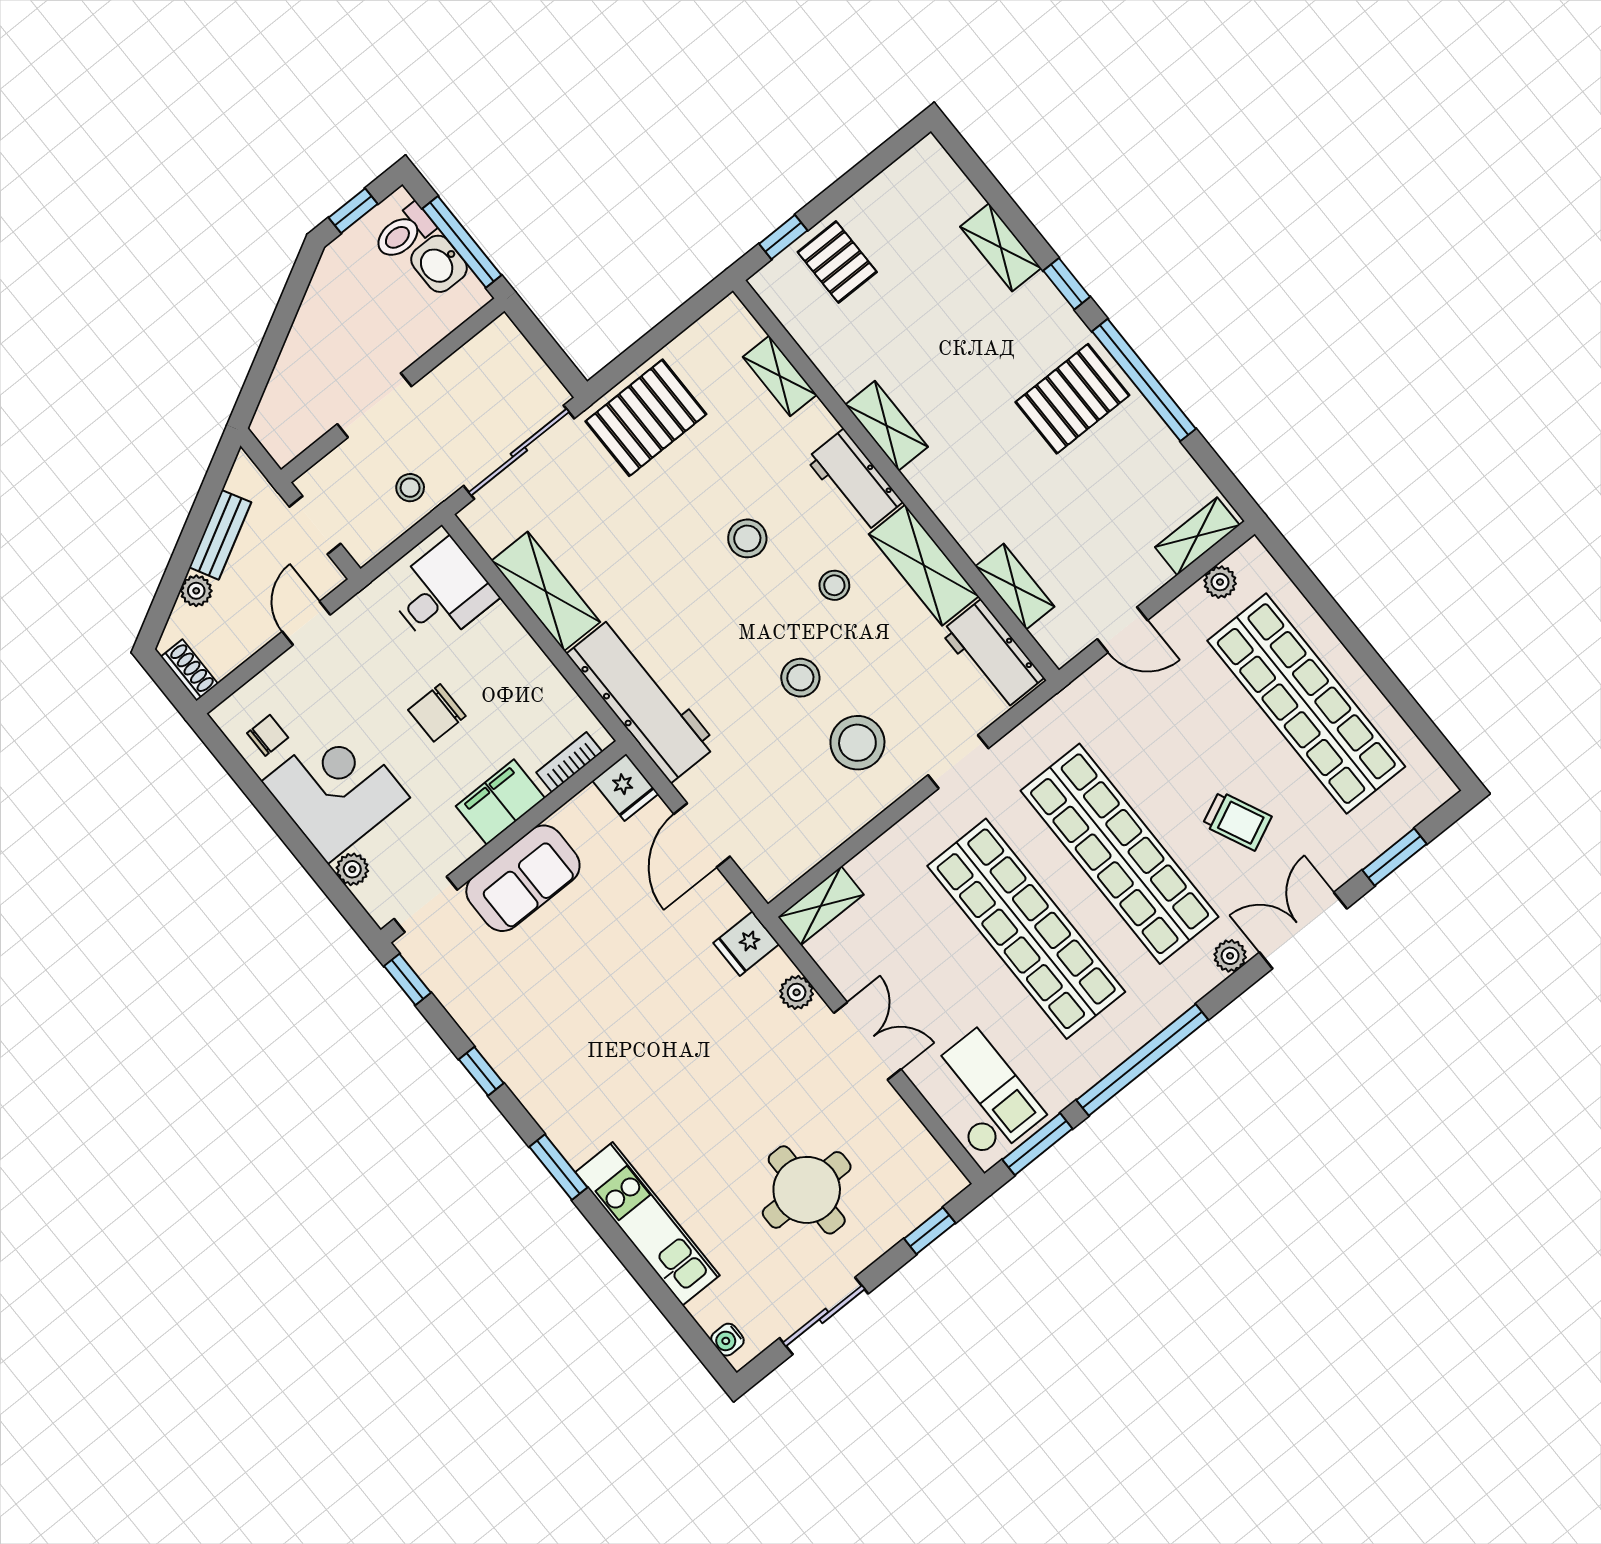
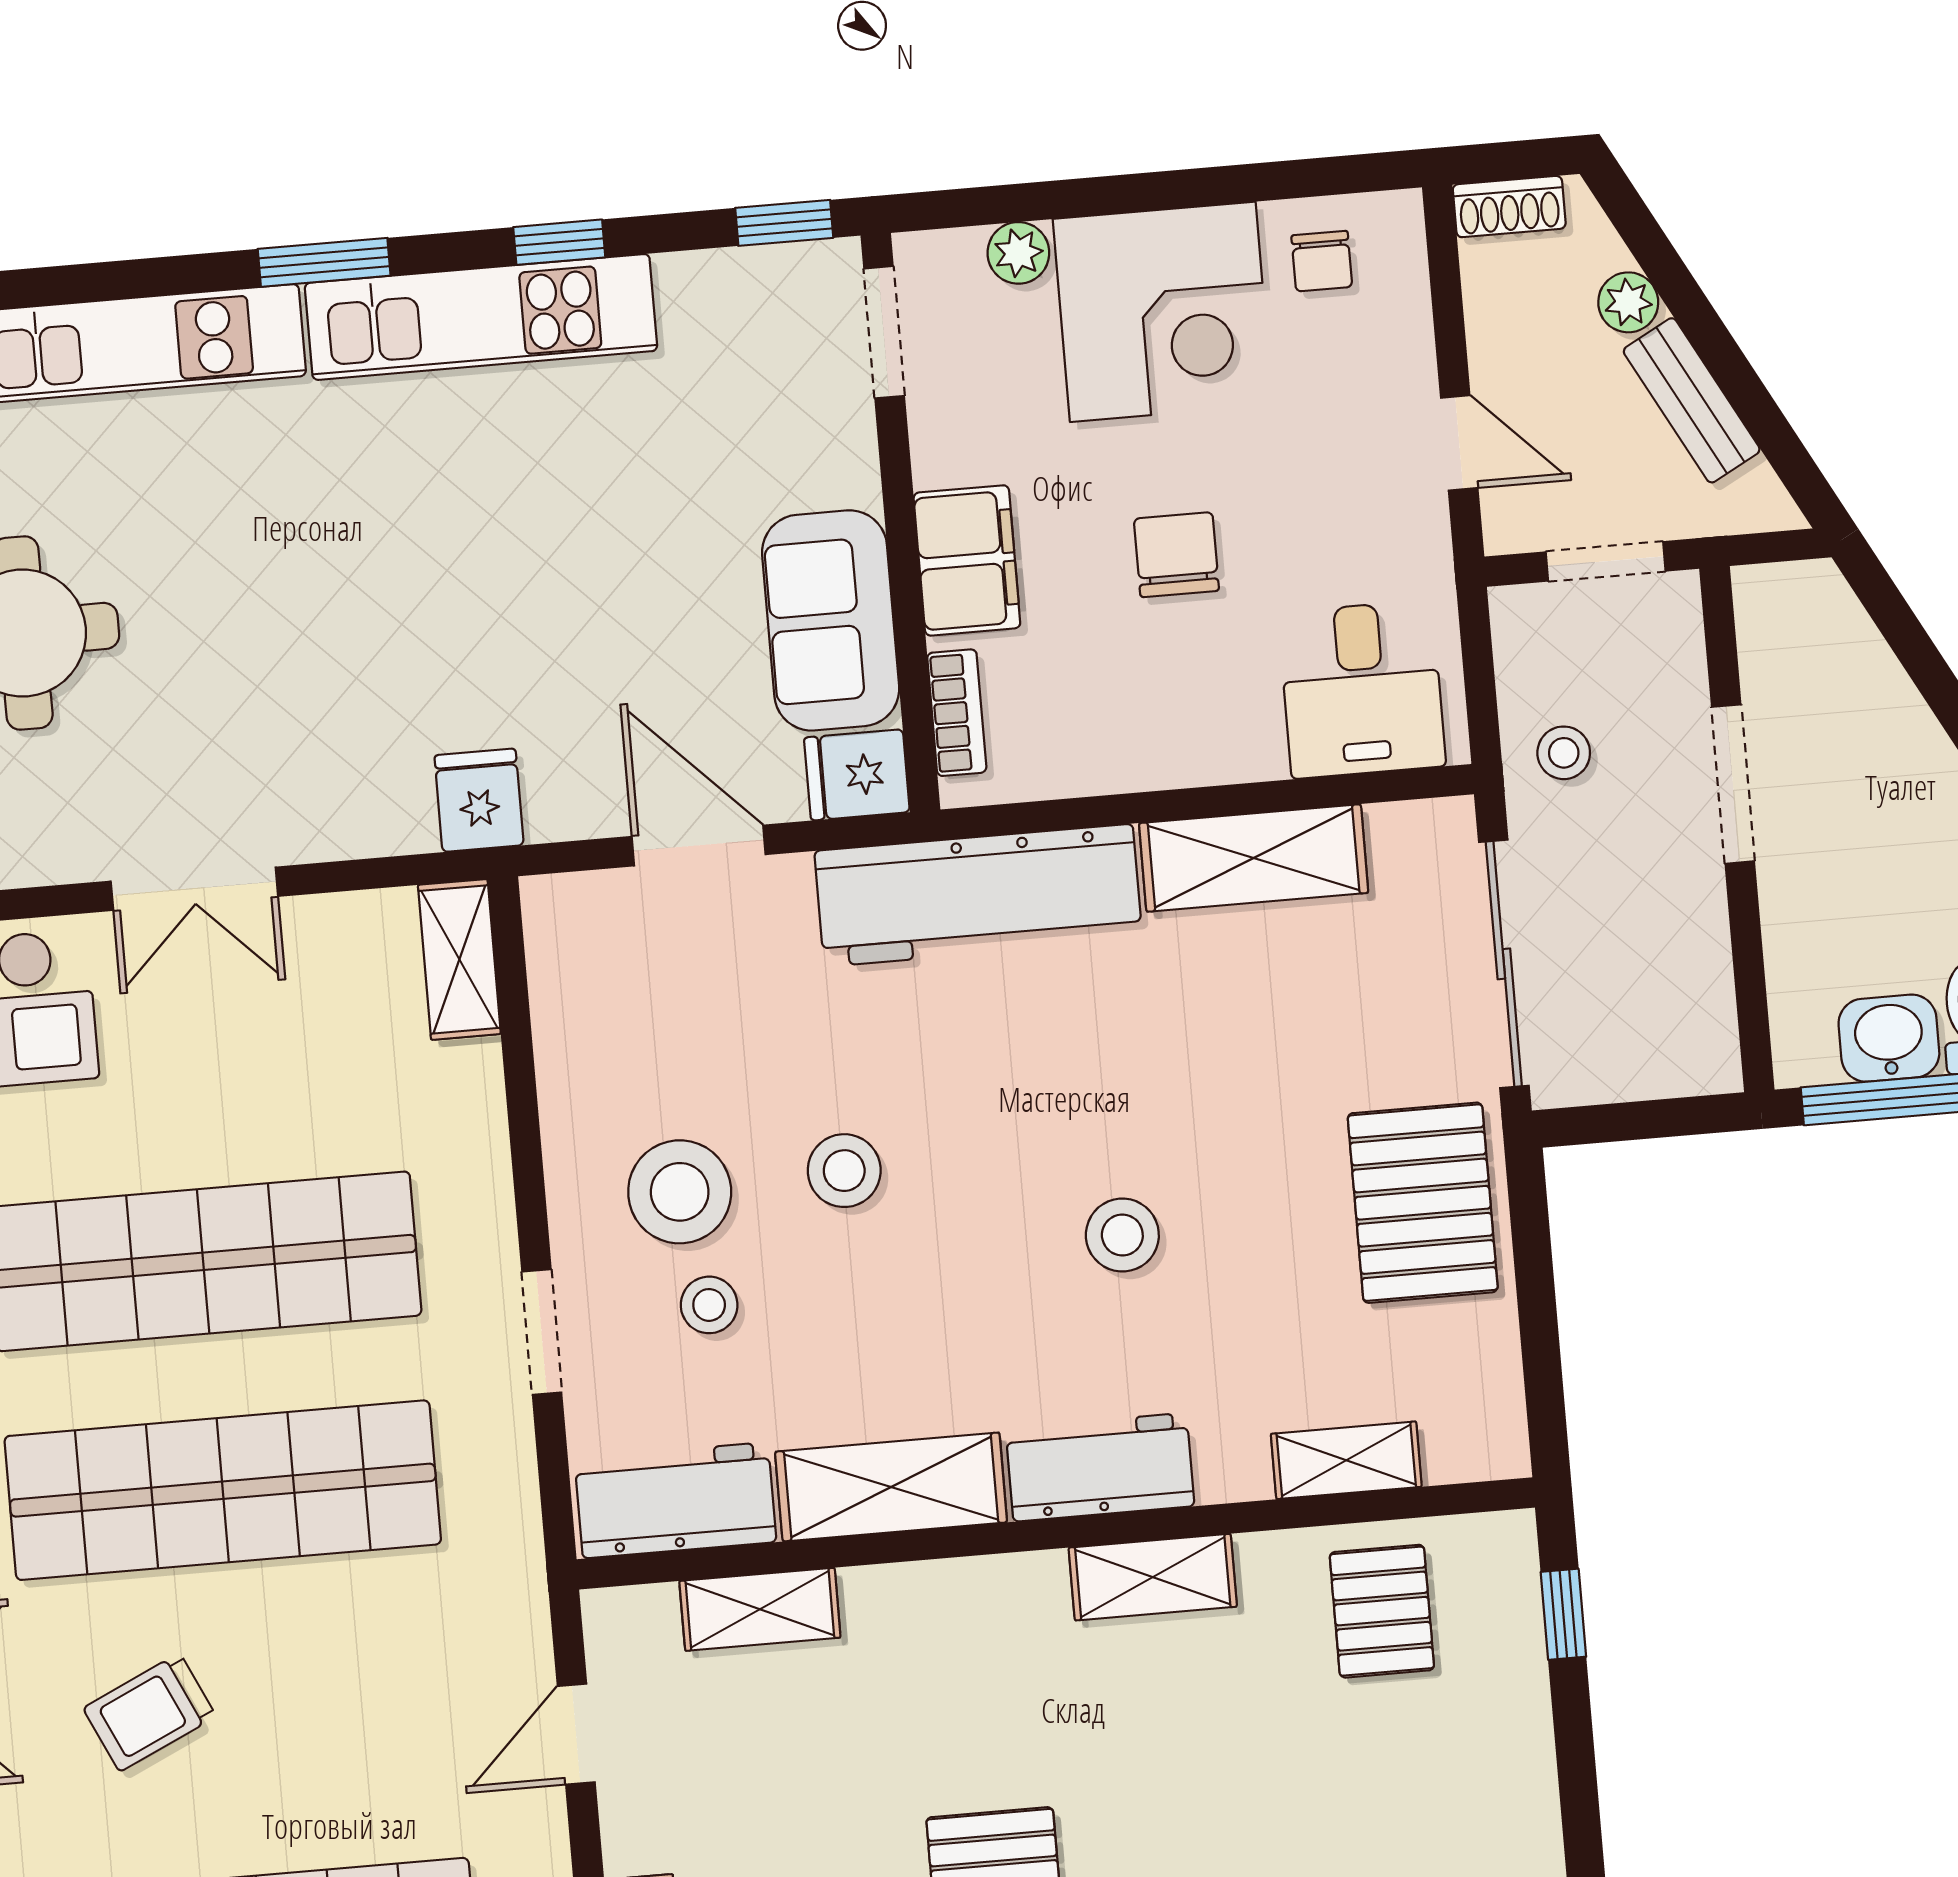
pallet: (837, 262) -> (1382, 1611), moved, turned 90
stool: (834, 585) -> (709, 1305), moved
sofa: (523, 878) -> (831, 620), moved
plant: (797, 992) -> (348, 828), removed
kitchen unit: (536, 1083) -> (481, 317), added

